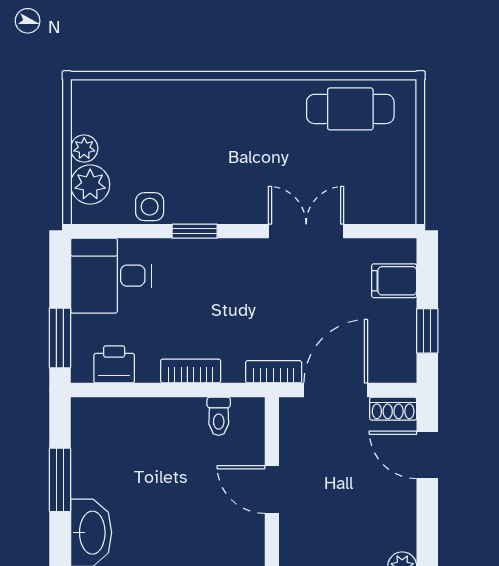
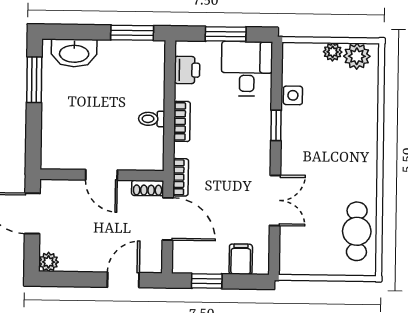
plant: (90, 185) -> (357, 56), moved
window: (60, 338) -> (226, 34), moved
shoe rack: (393, 409) -> (148, 188), moved, turned -90
toilet: (219, 416) -> (152, 119), moved
window: (60, 480) -> (132, 33), moved
door: (272, 490) -> (101, 175), swing flipped

